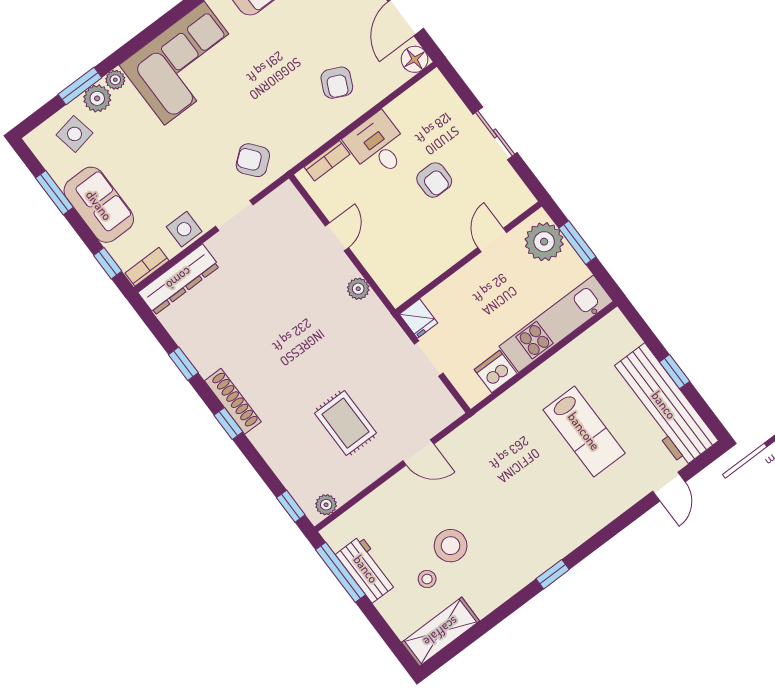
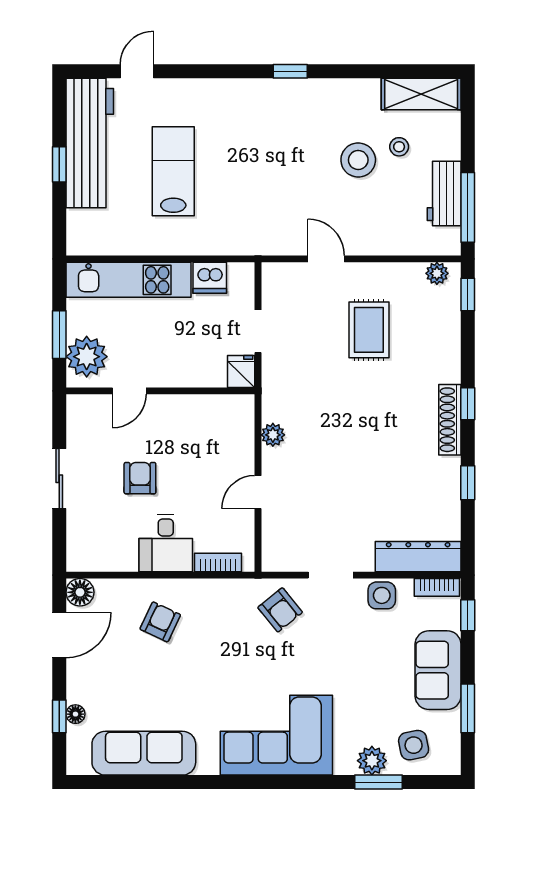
plant: (115, 80) -> (345, 765), removed

